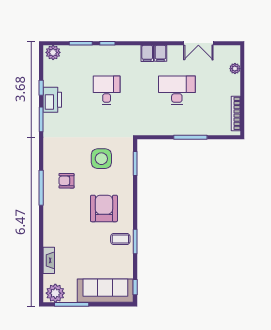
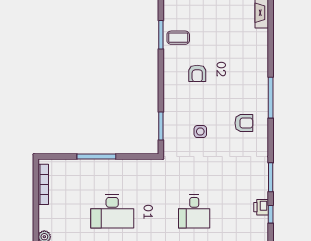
printer: (52, 100) -> (261, 207), width x0.53, depth x0.68
side table: (101, 159) -> (200, 132), width x0.54, depth x0.54
armchair: (66, 181) -> (244, 123), moved
armchair: (104, 208) -> (197, 73), width x0.53, depth x0.53

